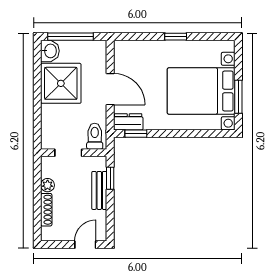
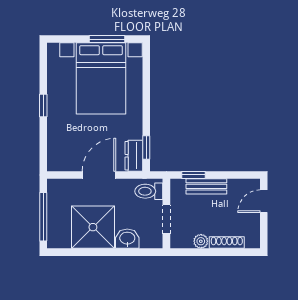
washbasin: (50, 51) -> (127, 239), moved
door: (85, 245) -> (264, 201), hinge flipped

